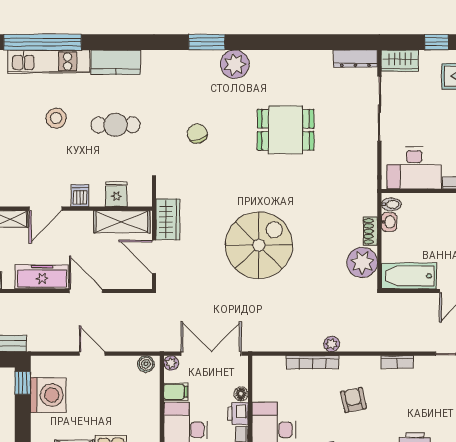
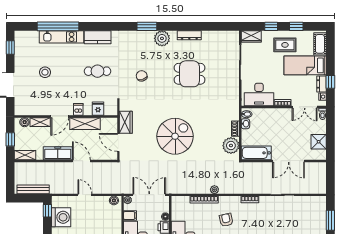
dresser: (355, 59) -> (189, 35), moved
stool: (56, 118) -> (45, 72), moved
shelving: (122, 222) -> (85, 124), moved

